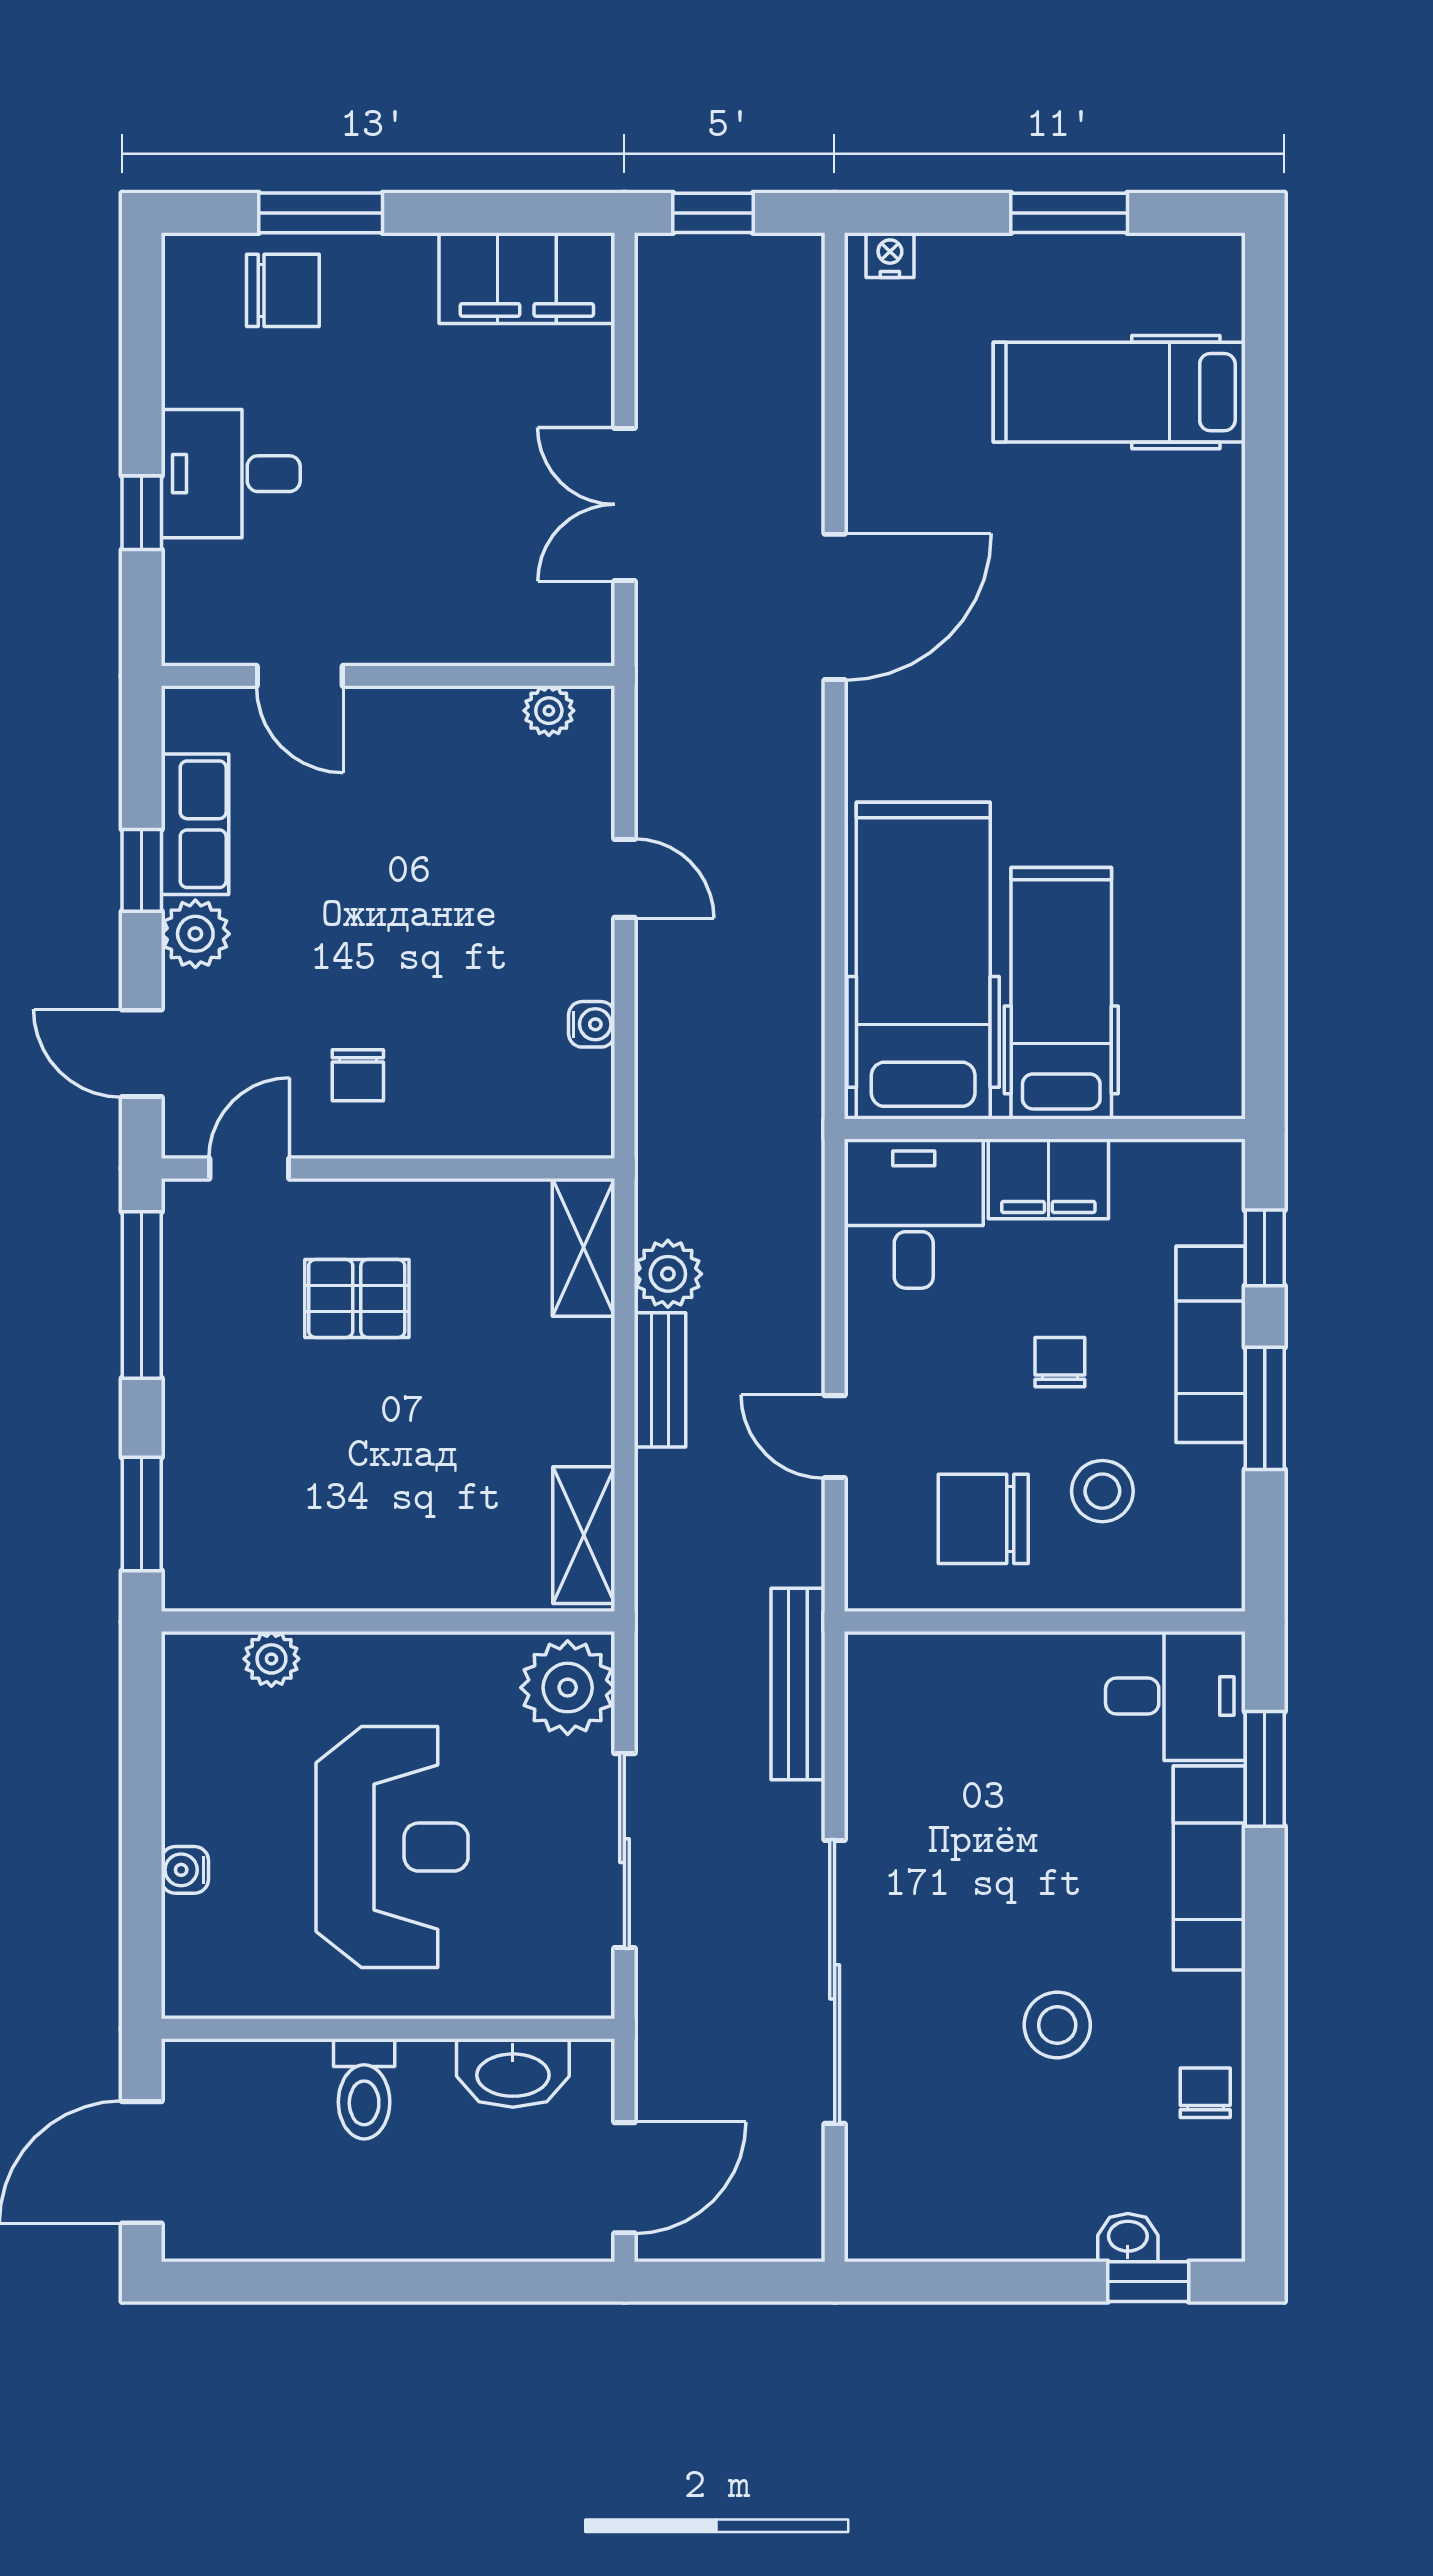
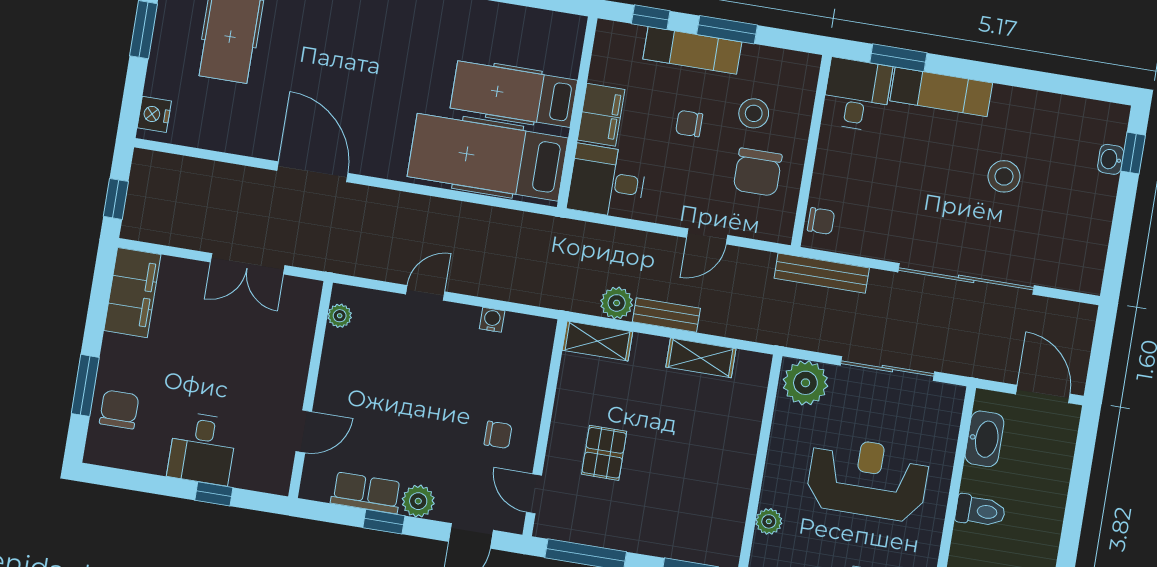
nightstand: (890, 255) -> (154, 114), width x1.39, depth x1.35
shelving: (584, 1535) -> (701, 358), moved
chair: (1205, 2093) -> (821, 221), moved, turned 180

